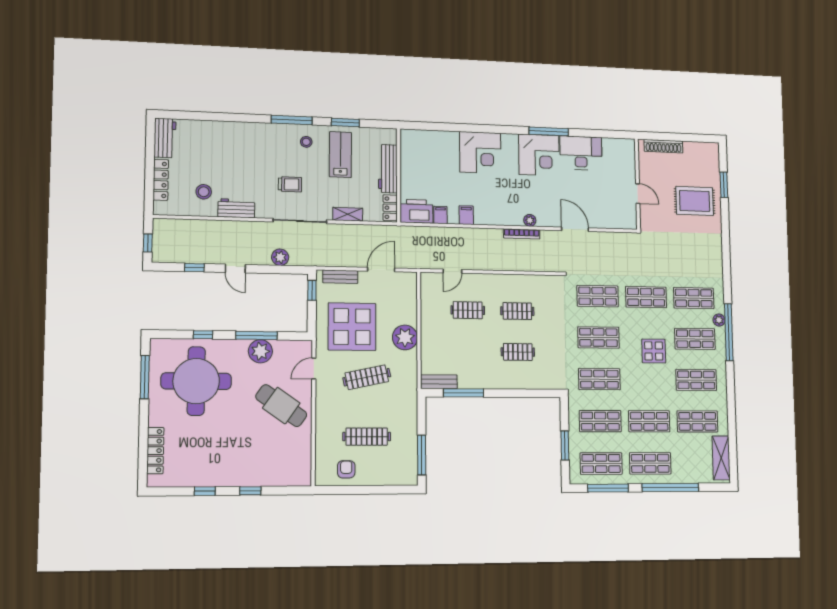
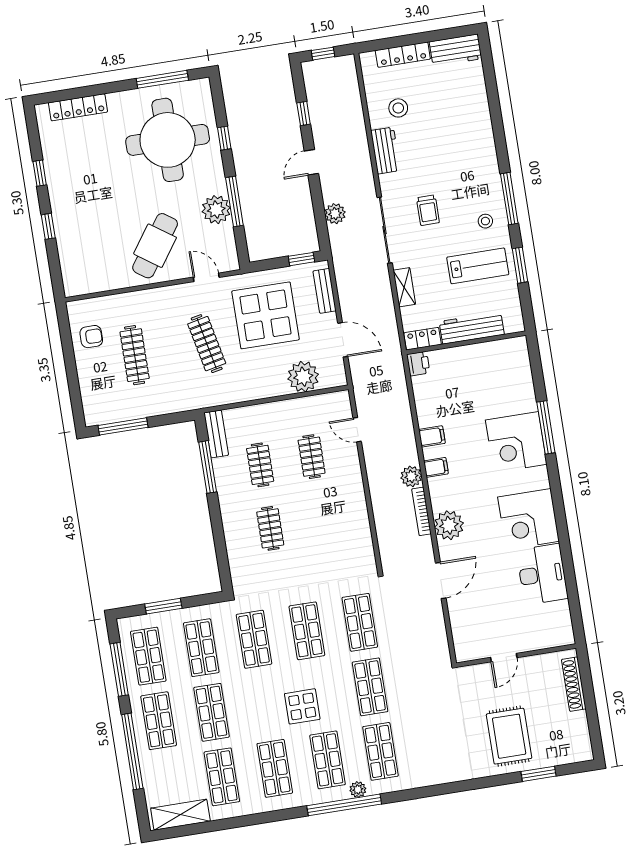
window: (549, 131) -> (546, 427), moved
printer: (416, 211) -> (418, 364), width x0.53, depth x0.68
filing cabinet: (440, 215) -> (436, 467), moved
plant: (530, 220) -> (449, 525), width x1.88, depth x1.88
plant: (494, 237) -> (411, 476), added
clothes rail: (517, 311) -> (260, 465), moved
plant: (405, 337) -> (303, 377), moved

